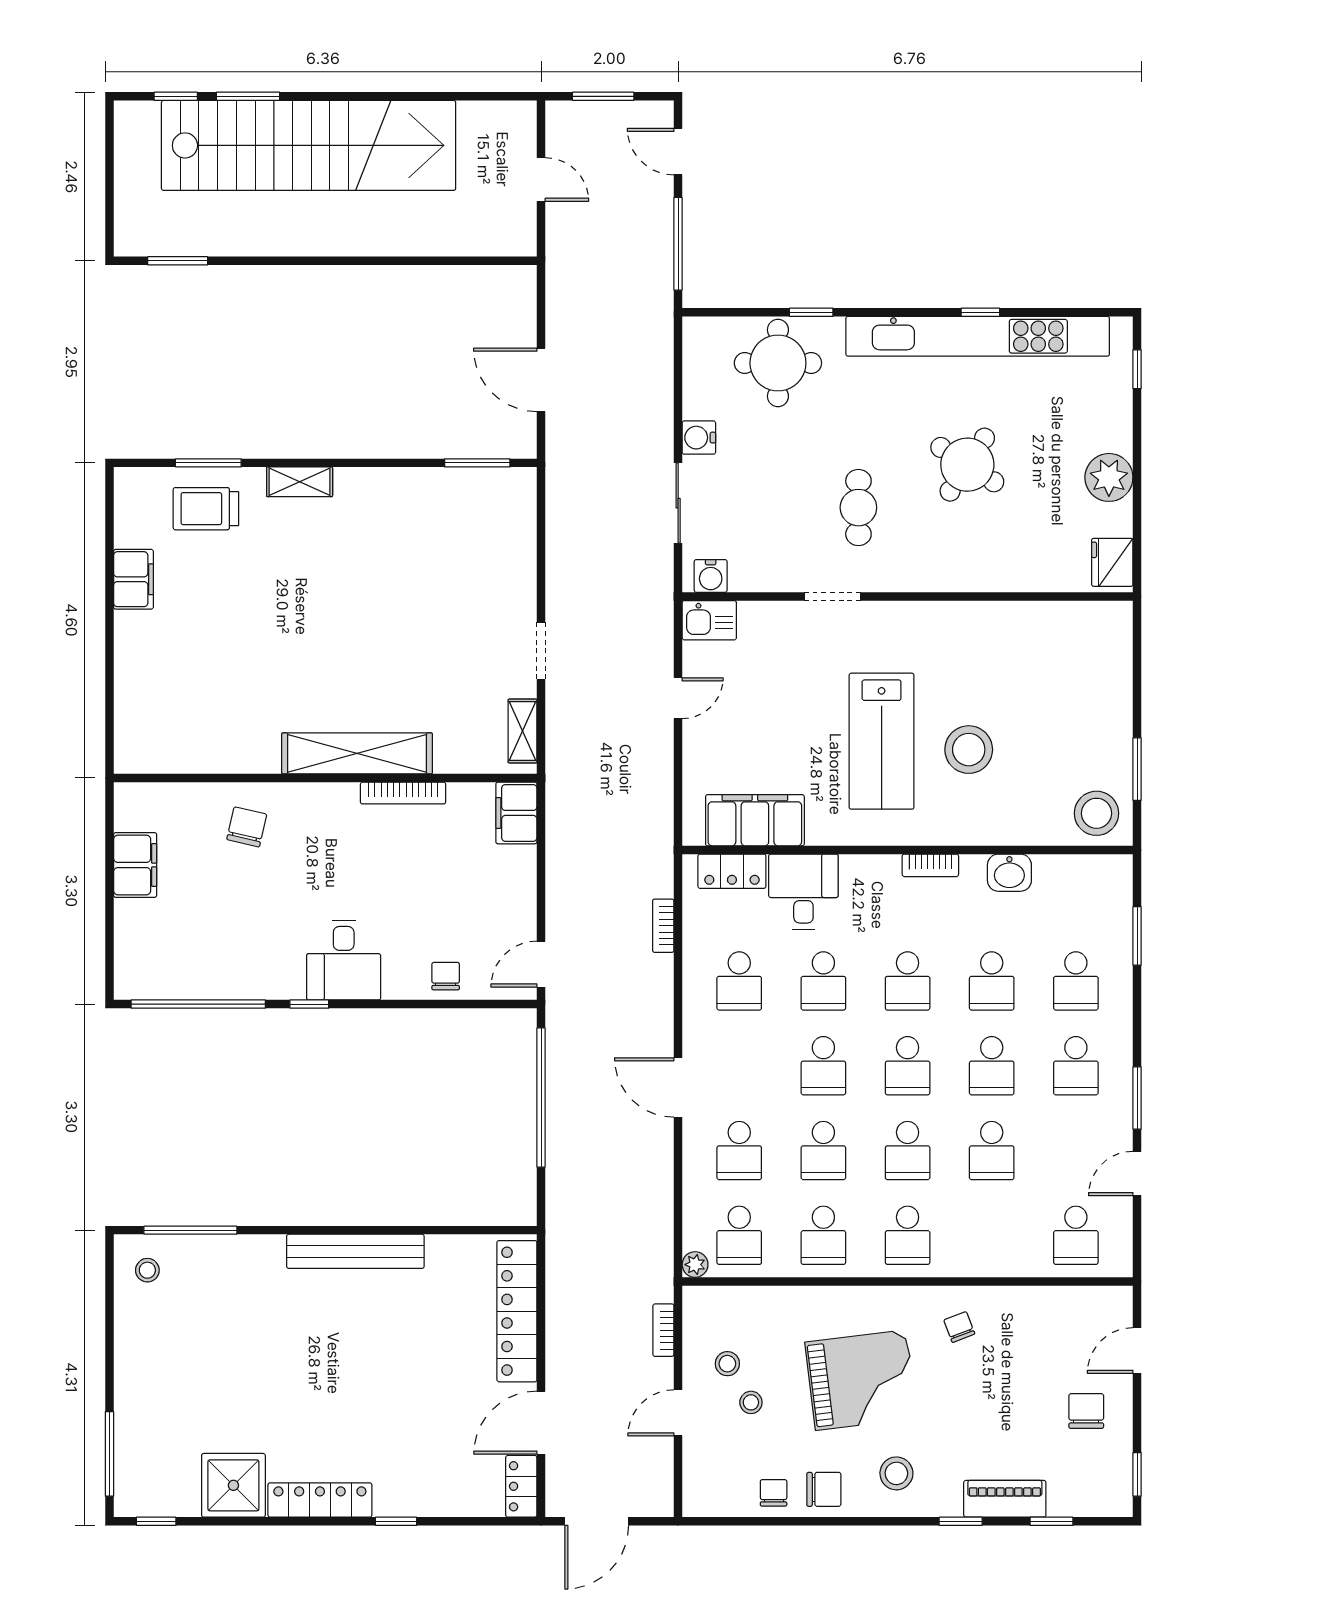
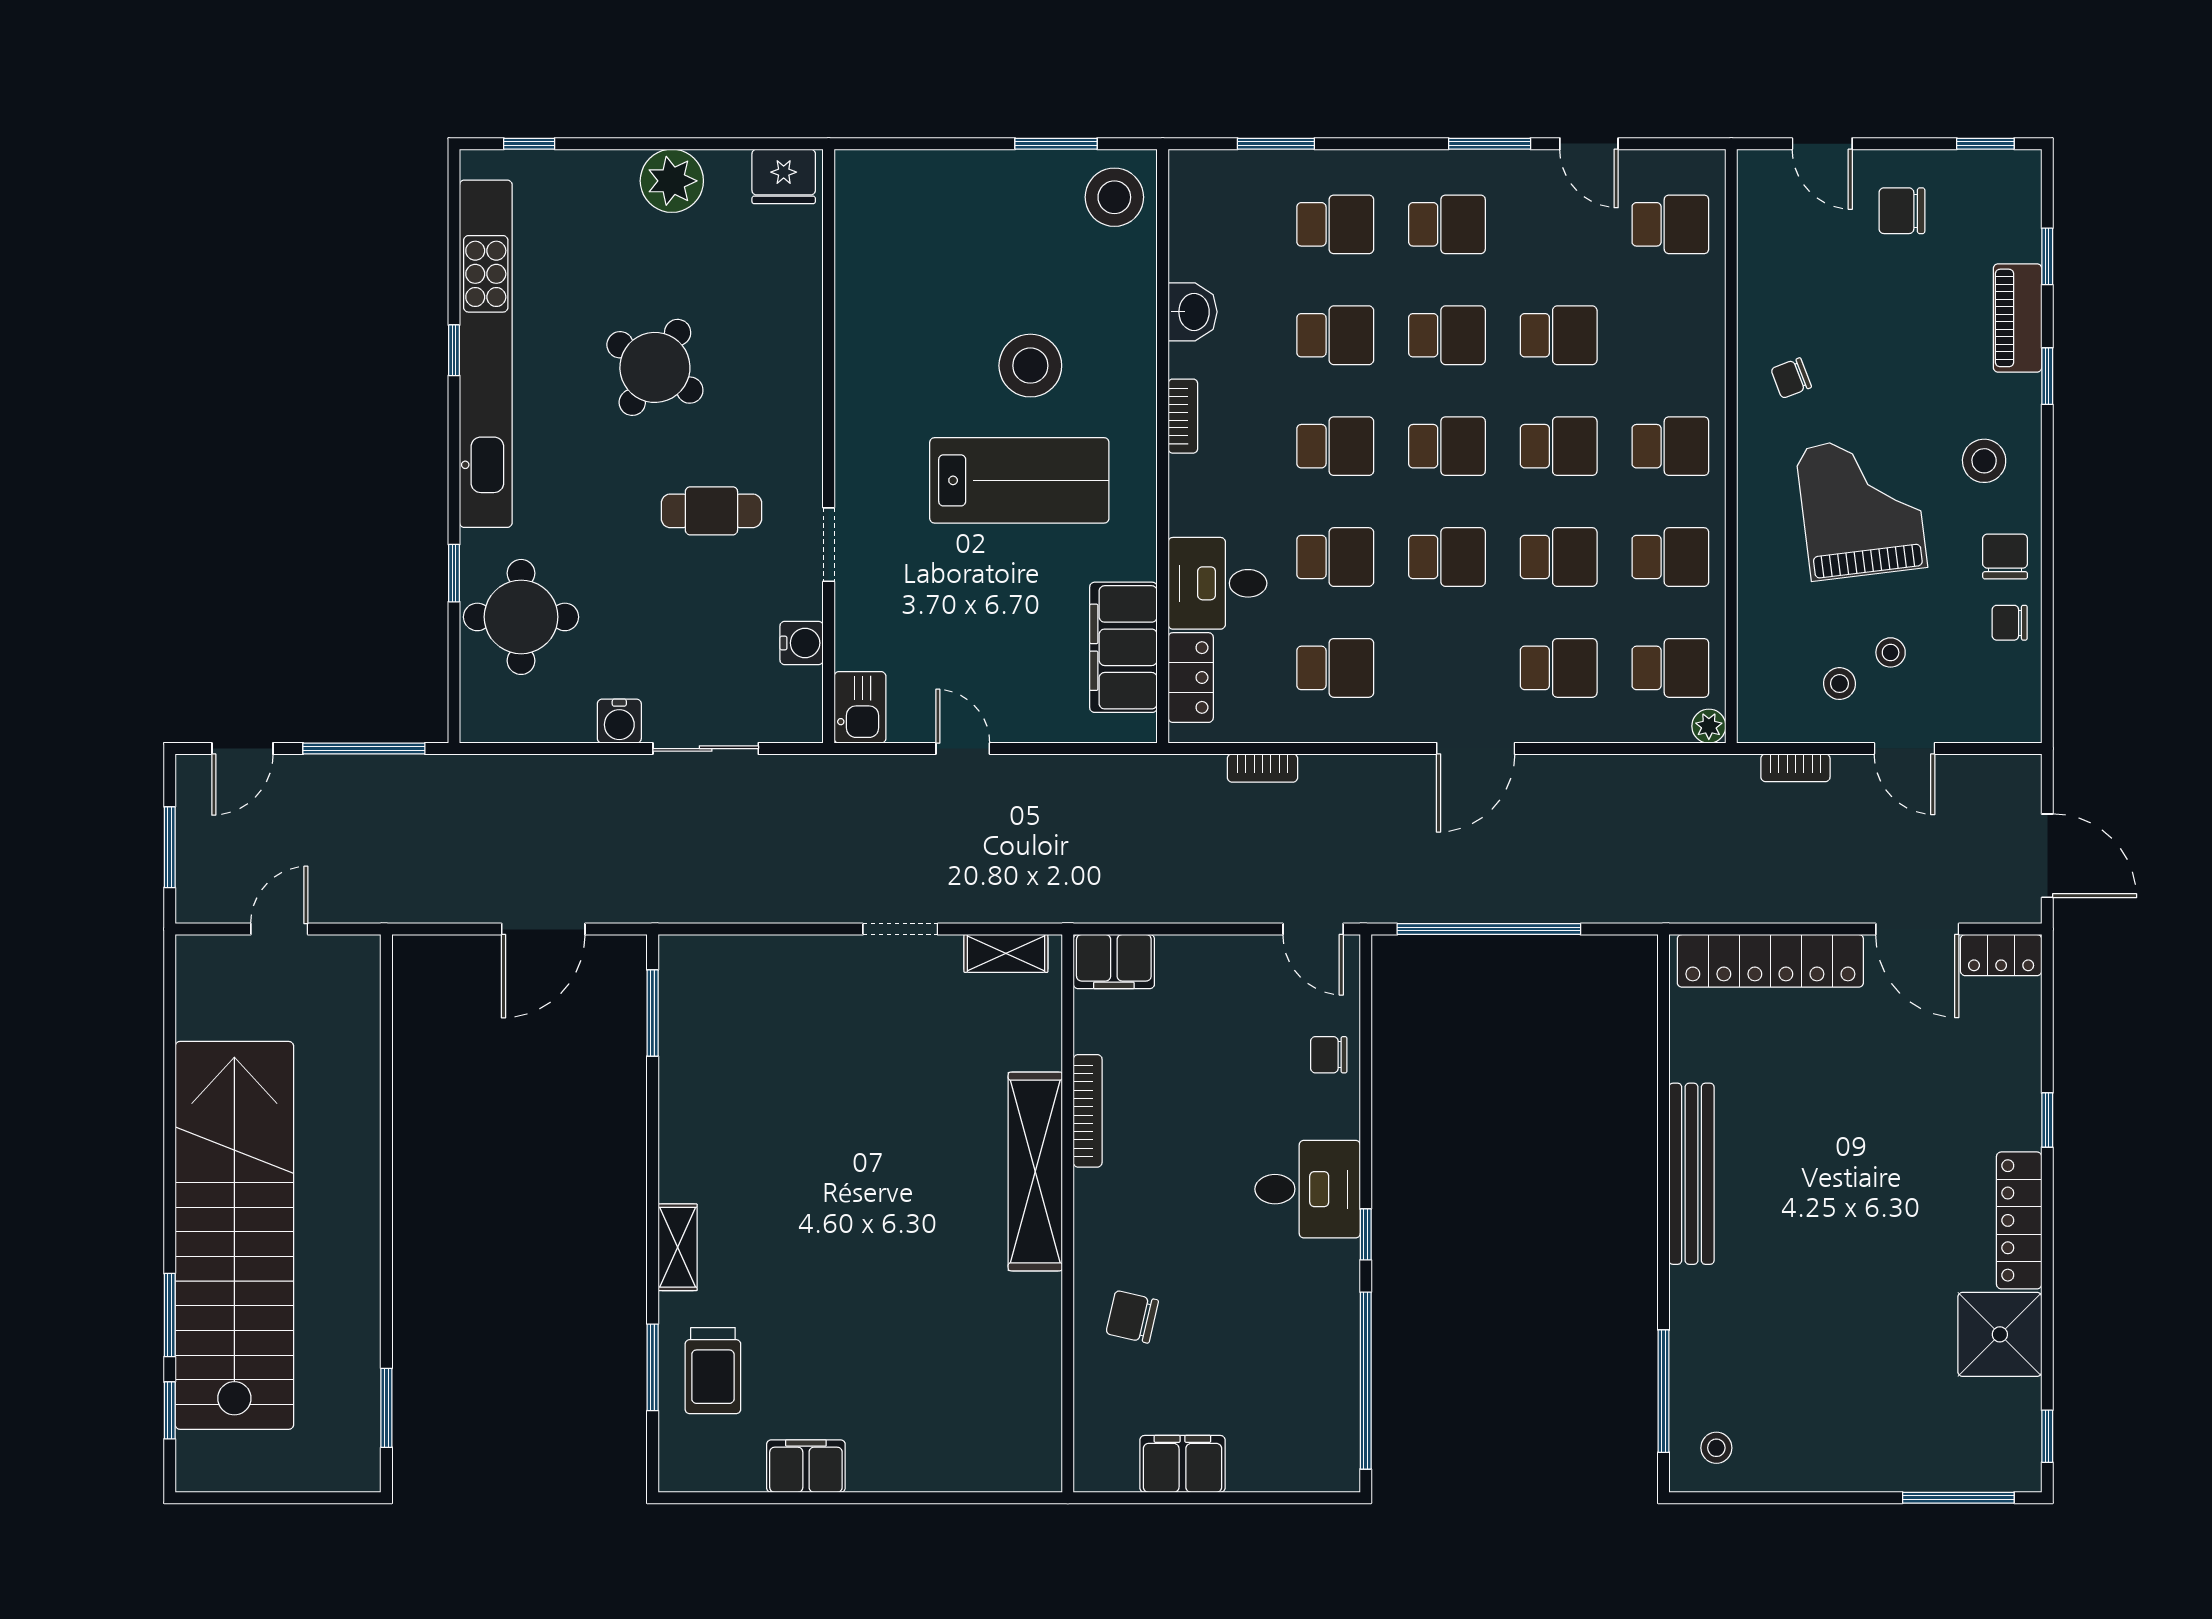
water cooler: (711, 576) -> (802, 643), moved

